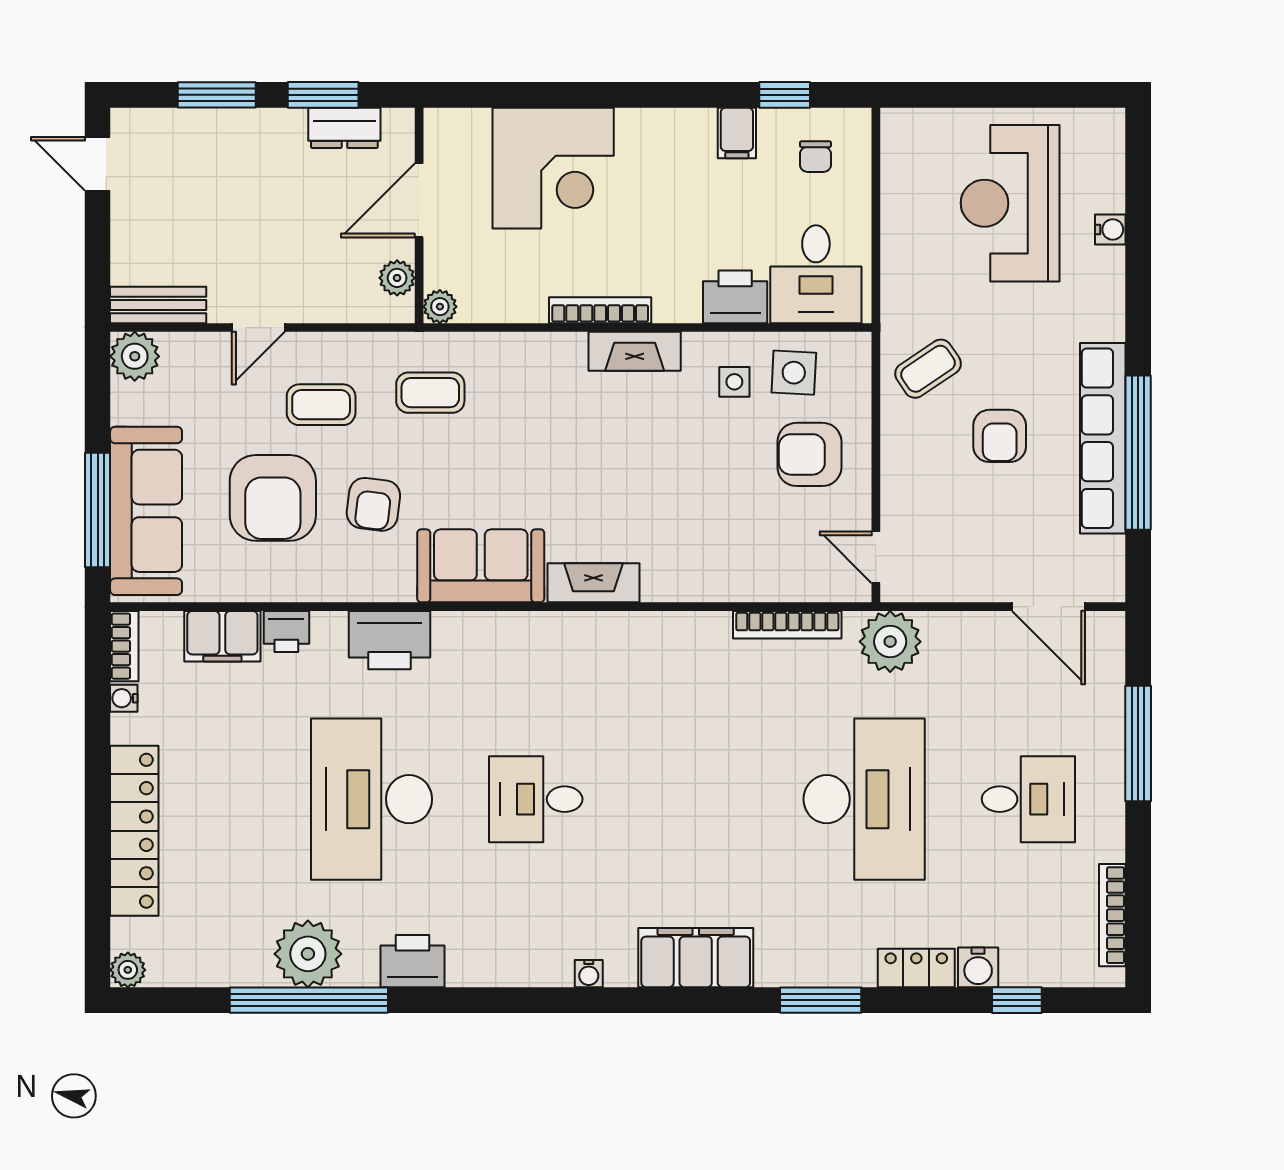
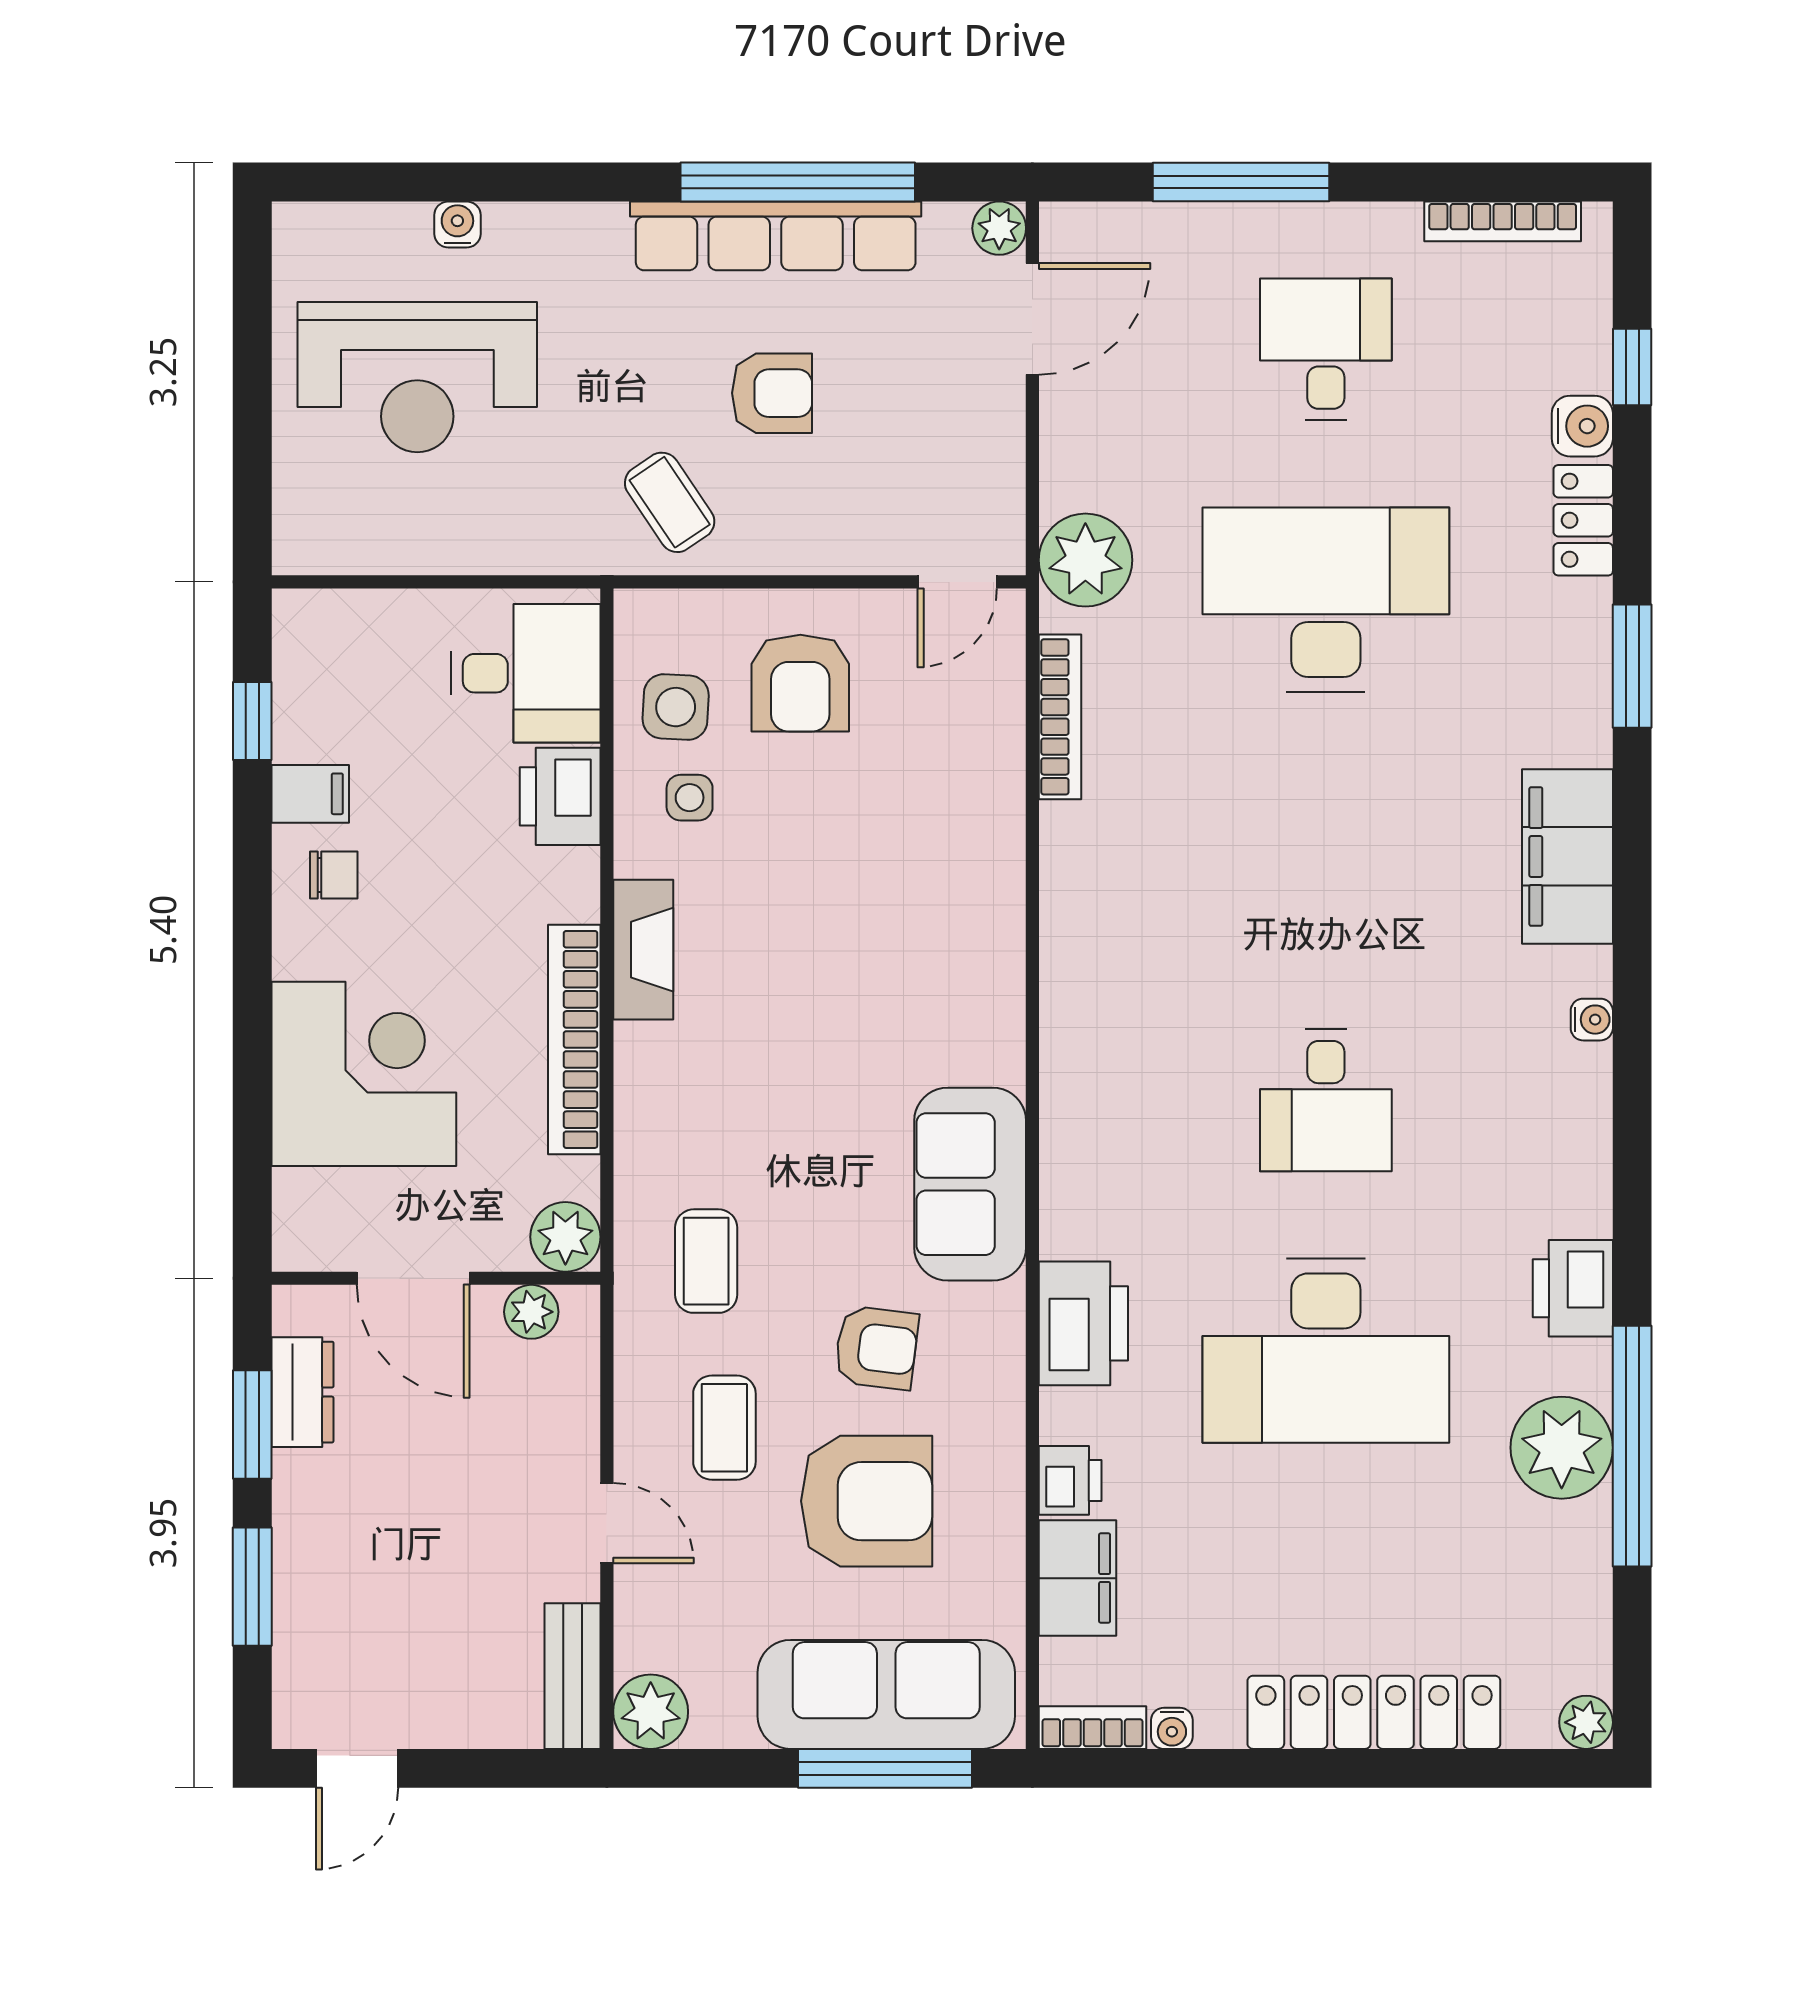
chair: (815, 157) -> (334, 875), moved
plant: (440, 307) -> (565, 1237), width x1.38, depth x1.38
bookcase: (600, 310) -> (574, 1039), width x1.48, depth x1.31
fireplace: (593, 583) -> (996, 1012), removed
plant: (1108, 585) -> (999, 228), added

